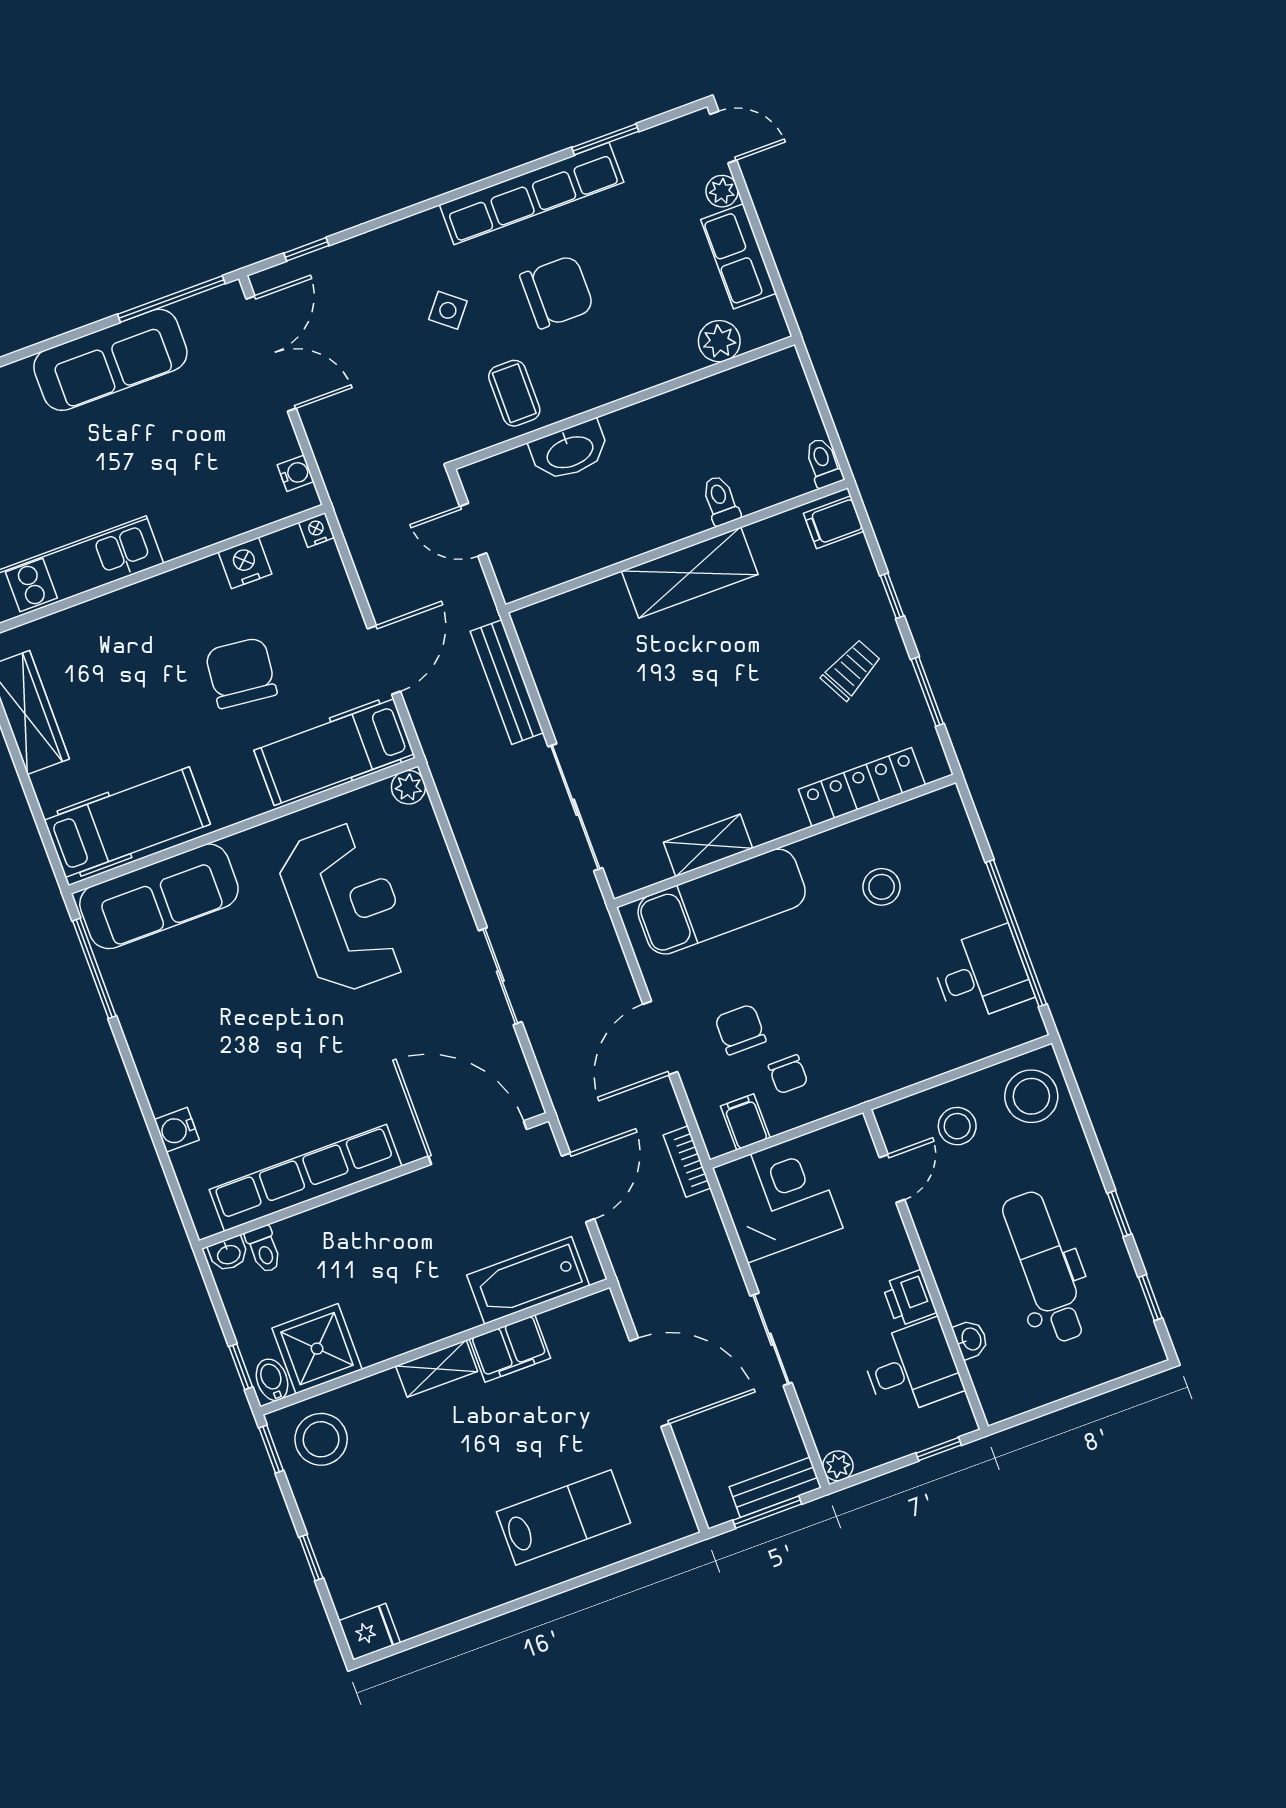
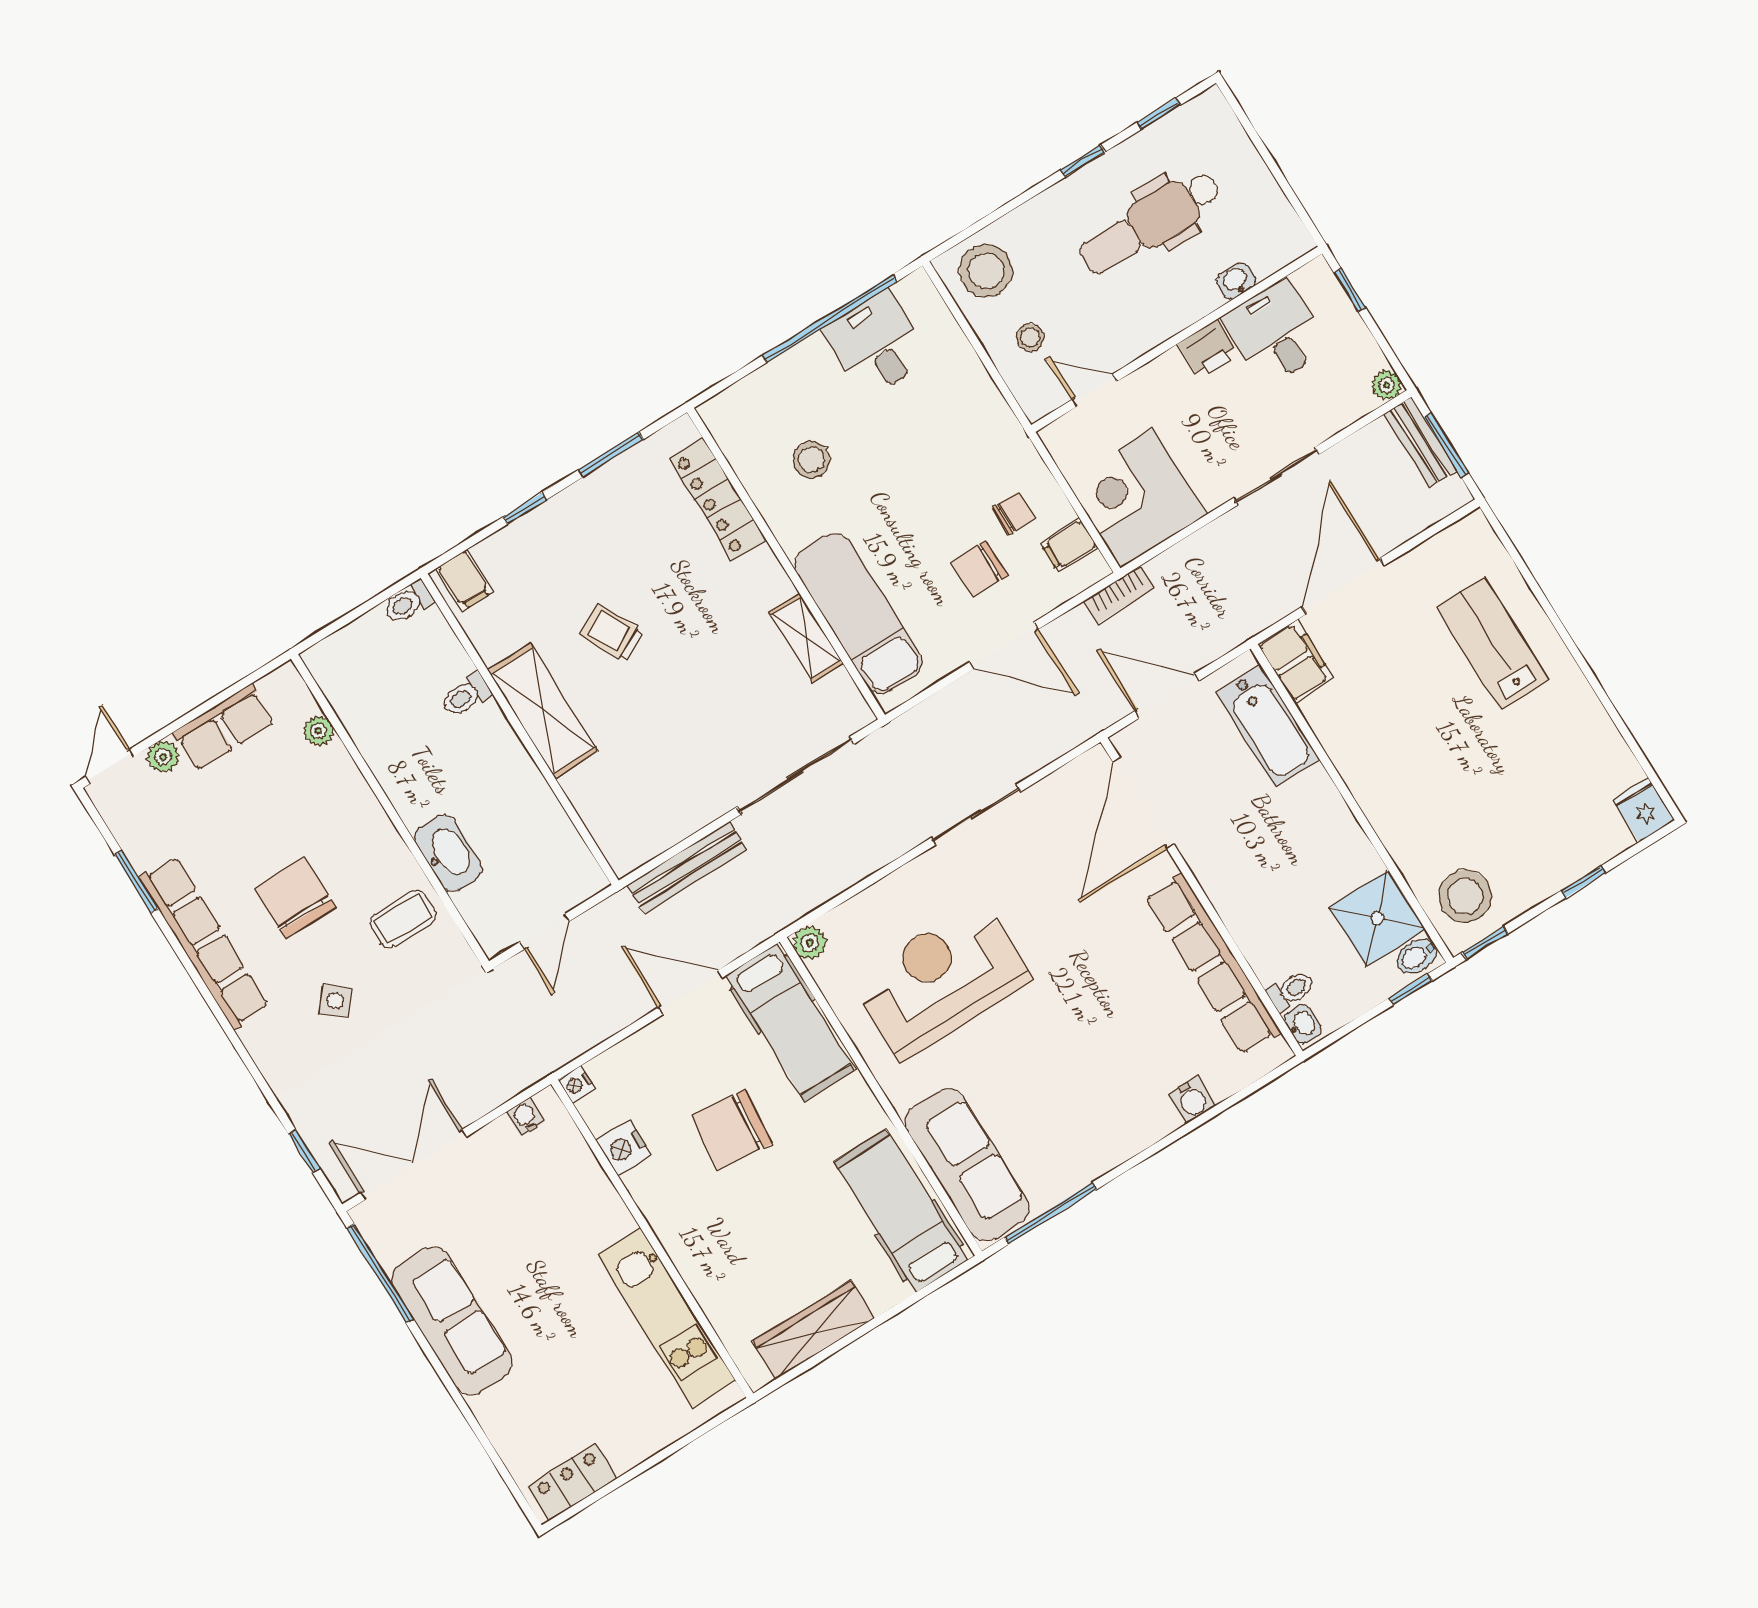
plant: (719, 341) -> (318, 731), width x0.73, depth x0.73
trolley: (851, 670) -> (612, 633), moved
stool: (957, 1126) -> (1030, 337), width x0.73, depth x0.73
filing cabinet: (510, 1349) -> (1296, 661), moved
shelving: (437, 1369) -> (1373, 797), removed

